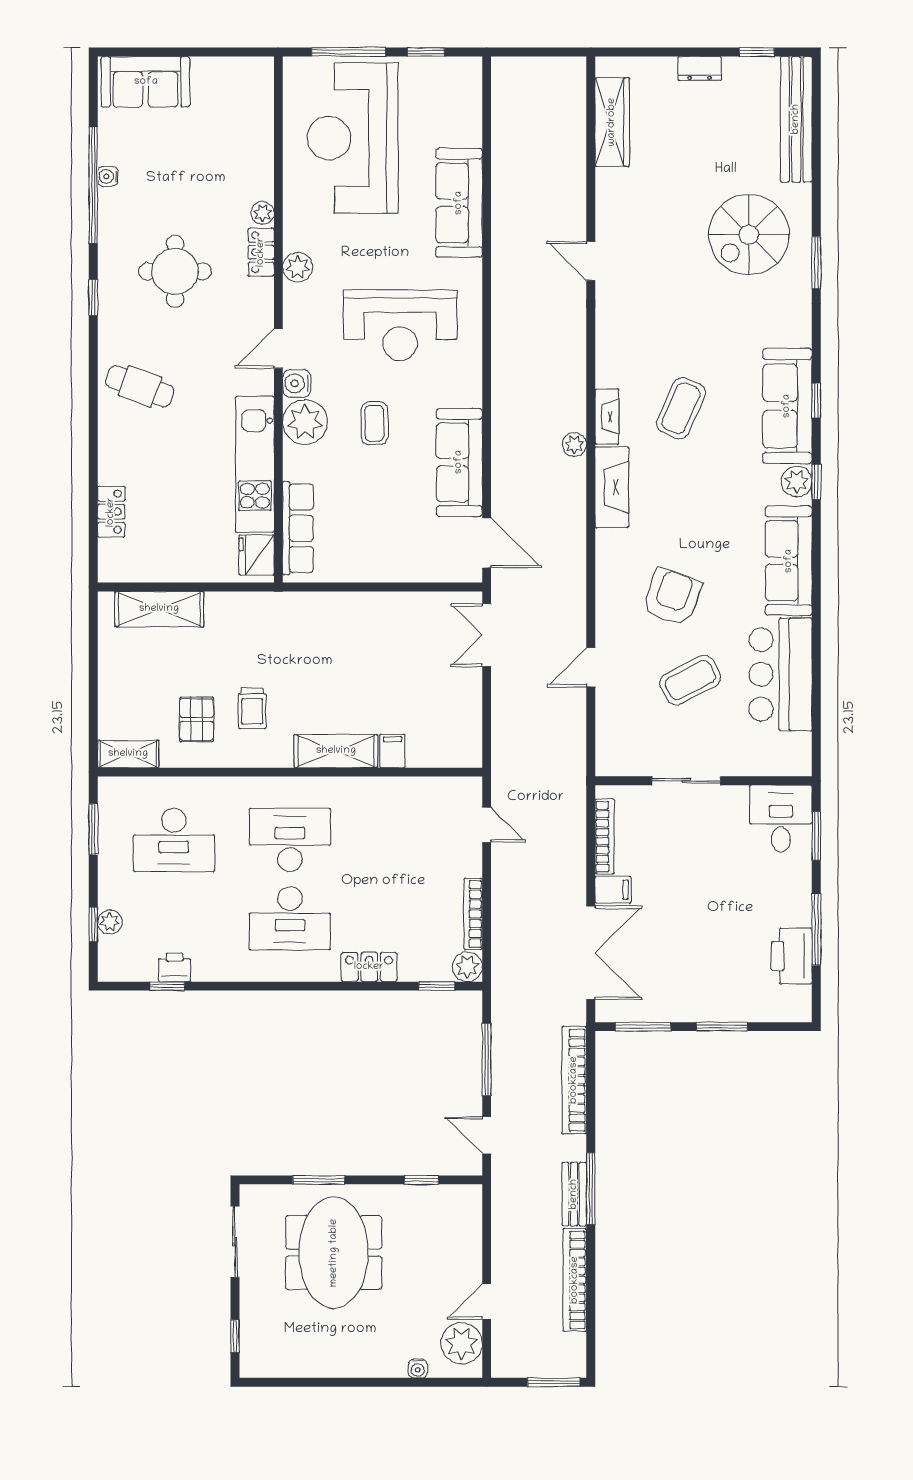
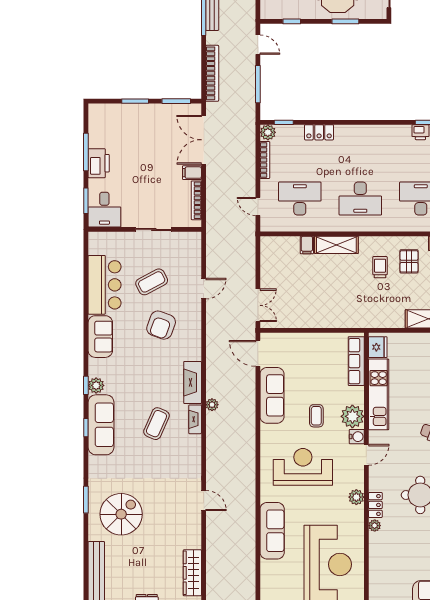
sofa: (789, 561) -> (100, 337), width x0.73
desk: (290, 918) -> (300, 199), moved
printer: (792, 956) -> (99, 163), moved

